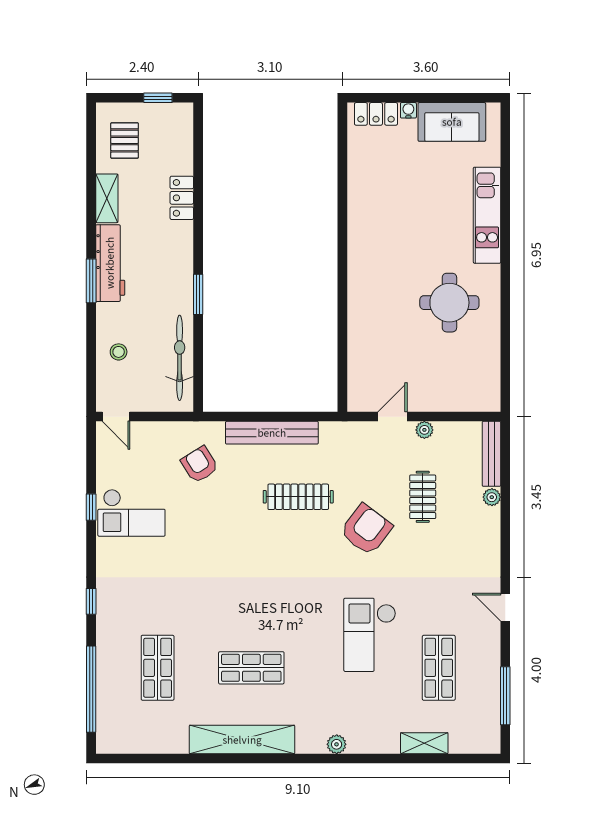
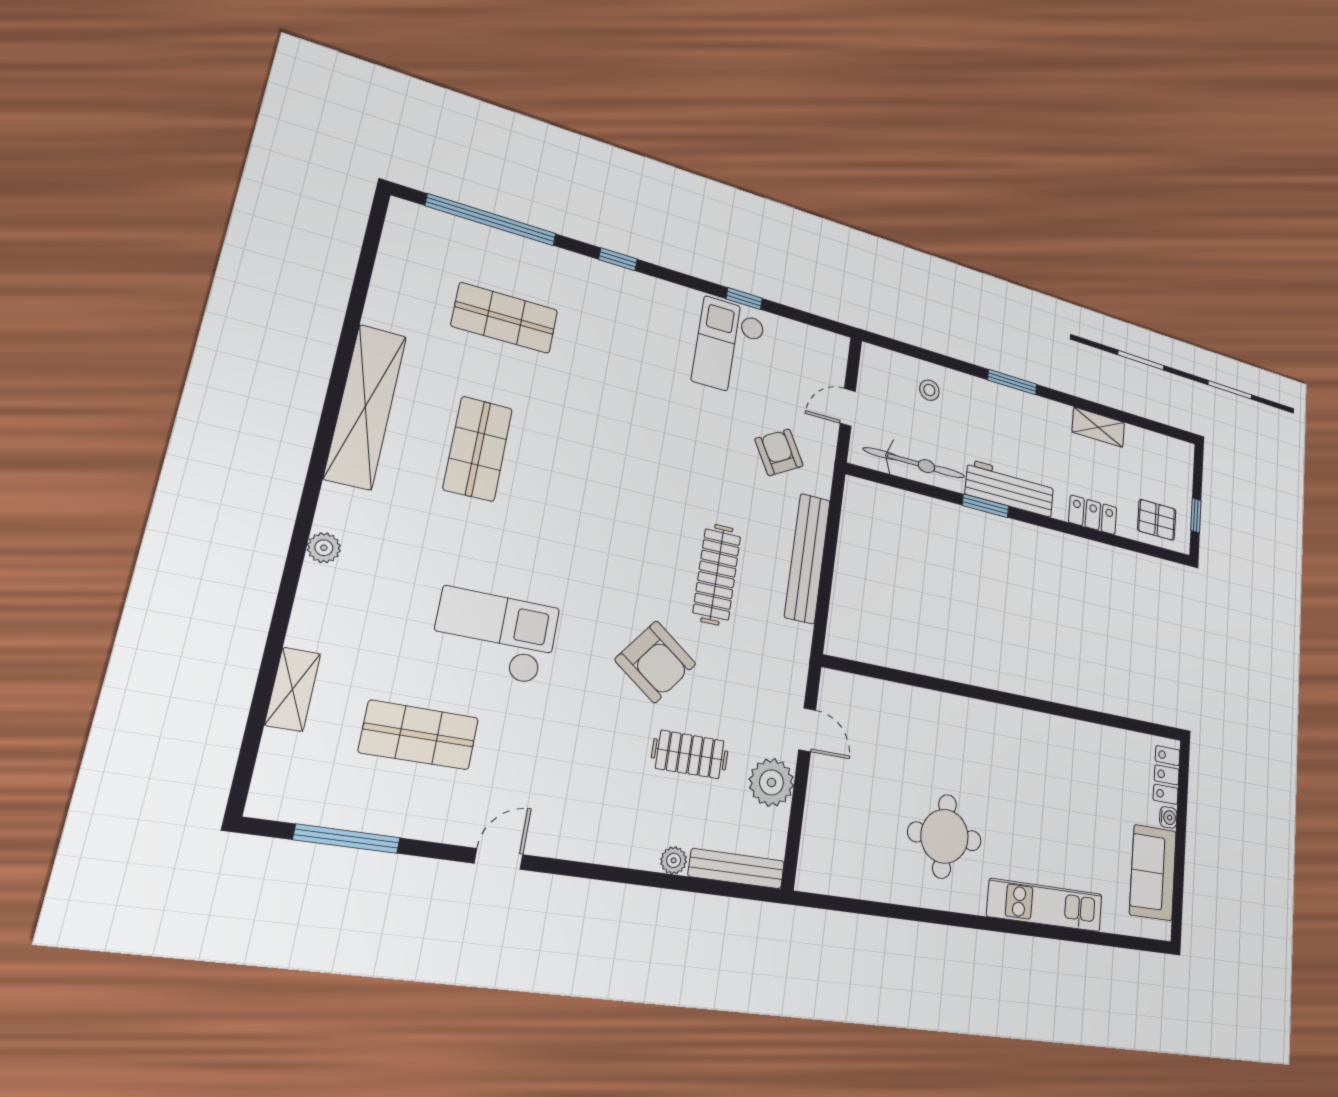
pallet: (125, 140) -> (1157, 520), moved
workbench: (110, 263) -> (1010, 488), moved, turned 180
door: (116, 417) -> (848, 407), moved
plant: (424, 430) -> (771, 782), width x1.87, depth x1.87
armchair: (200, 465) -> (779, 452), turned -88

